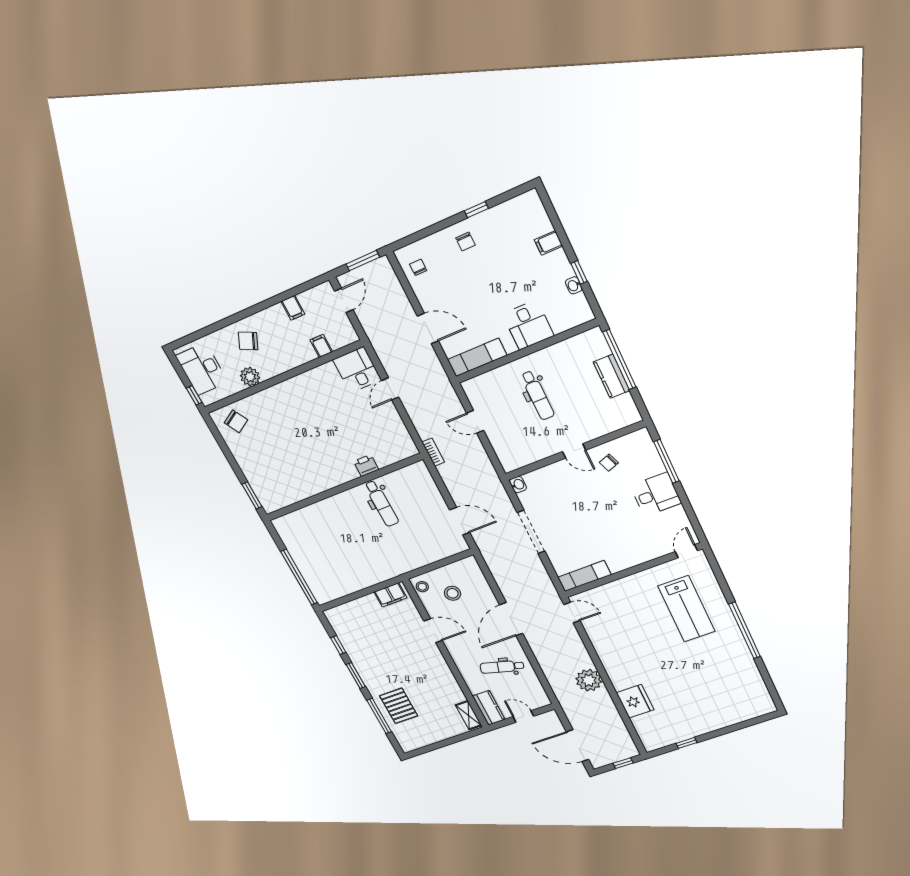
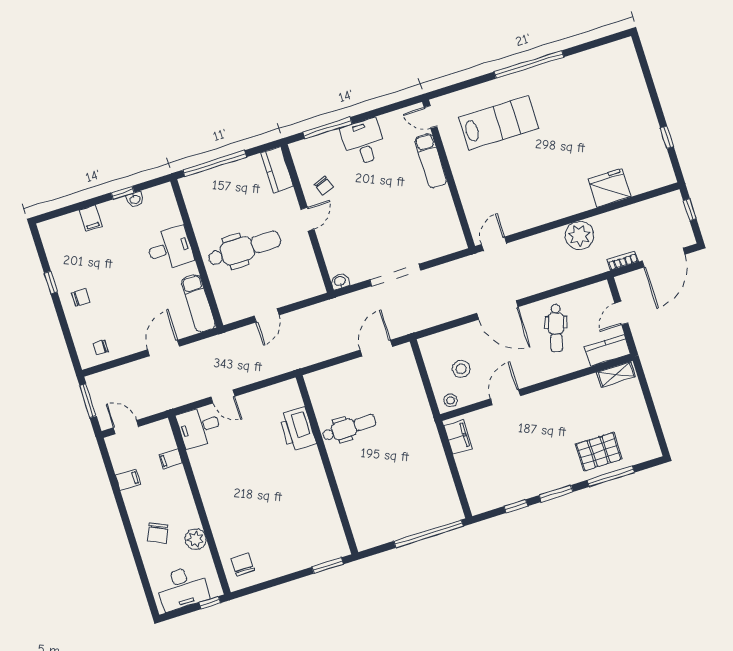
kitchen counter: (612, 376) -> (277, 170), moved, turned 90
dental chair: (537, 395) -> (244, 249), width x1.36, depth x1.38
chair: (236, 421) -> (243, 565), turned -60
bookcase: (433, 452) -> (623, 261), moved
printer: (366, 466) -> (297, 429), width x1.87, depth x1.48
exam couch: (584, 576) -> (431, 161), moved

